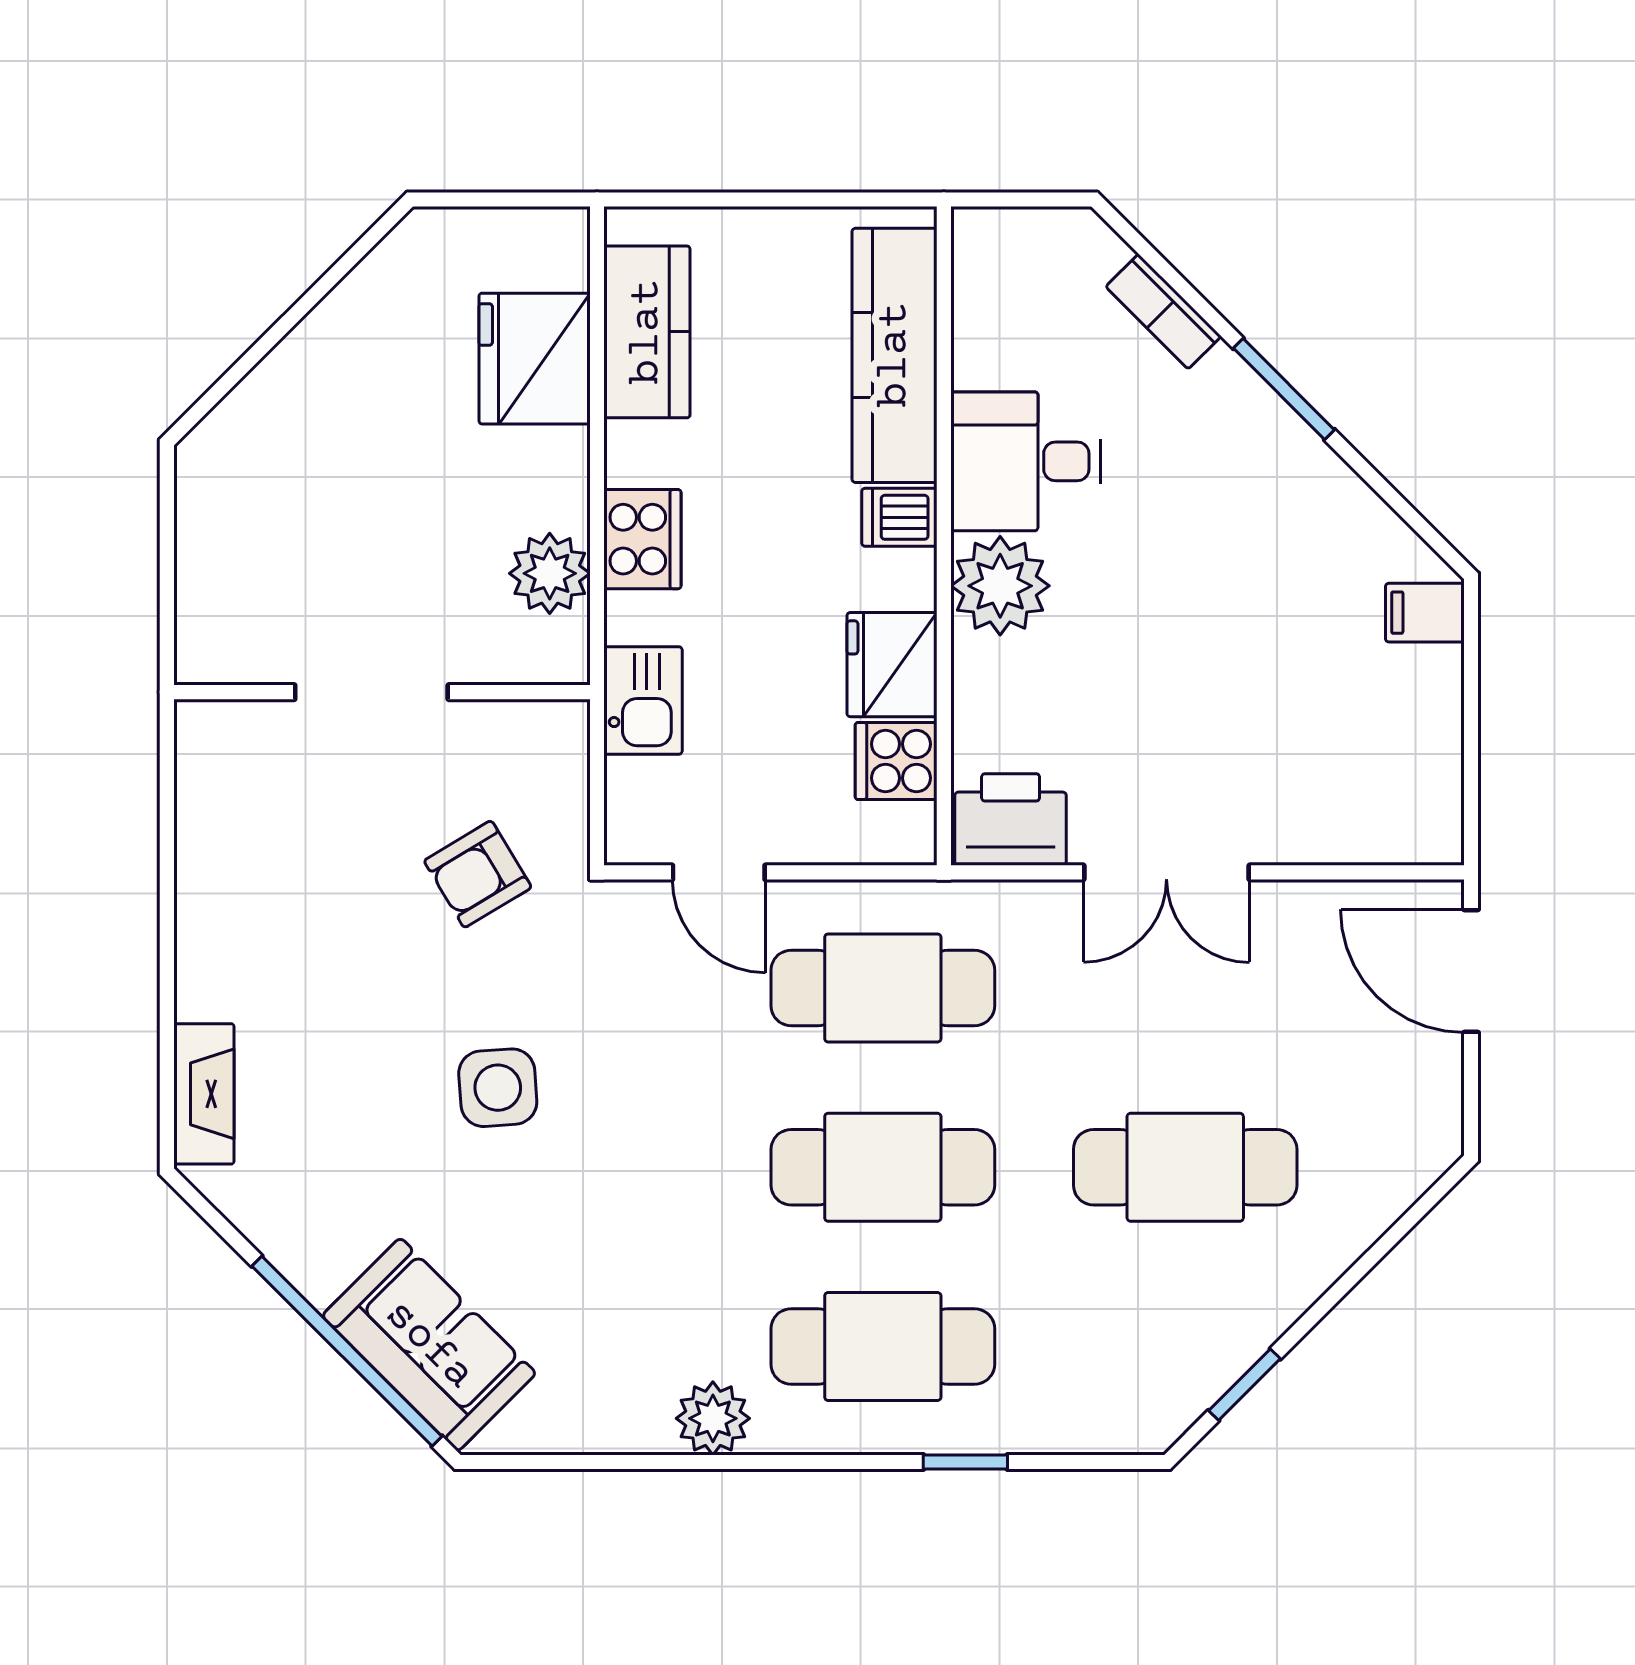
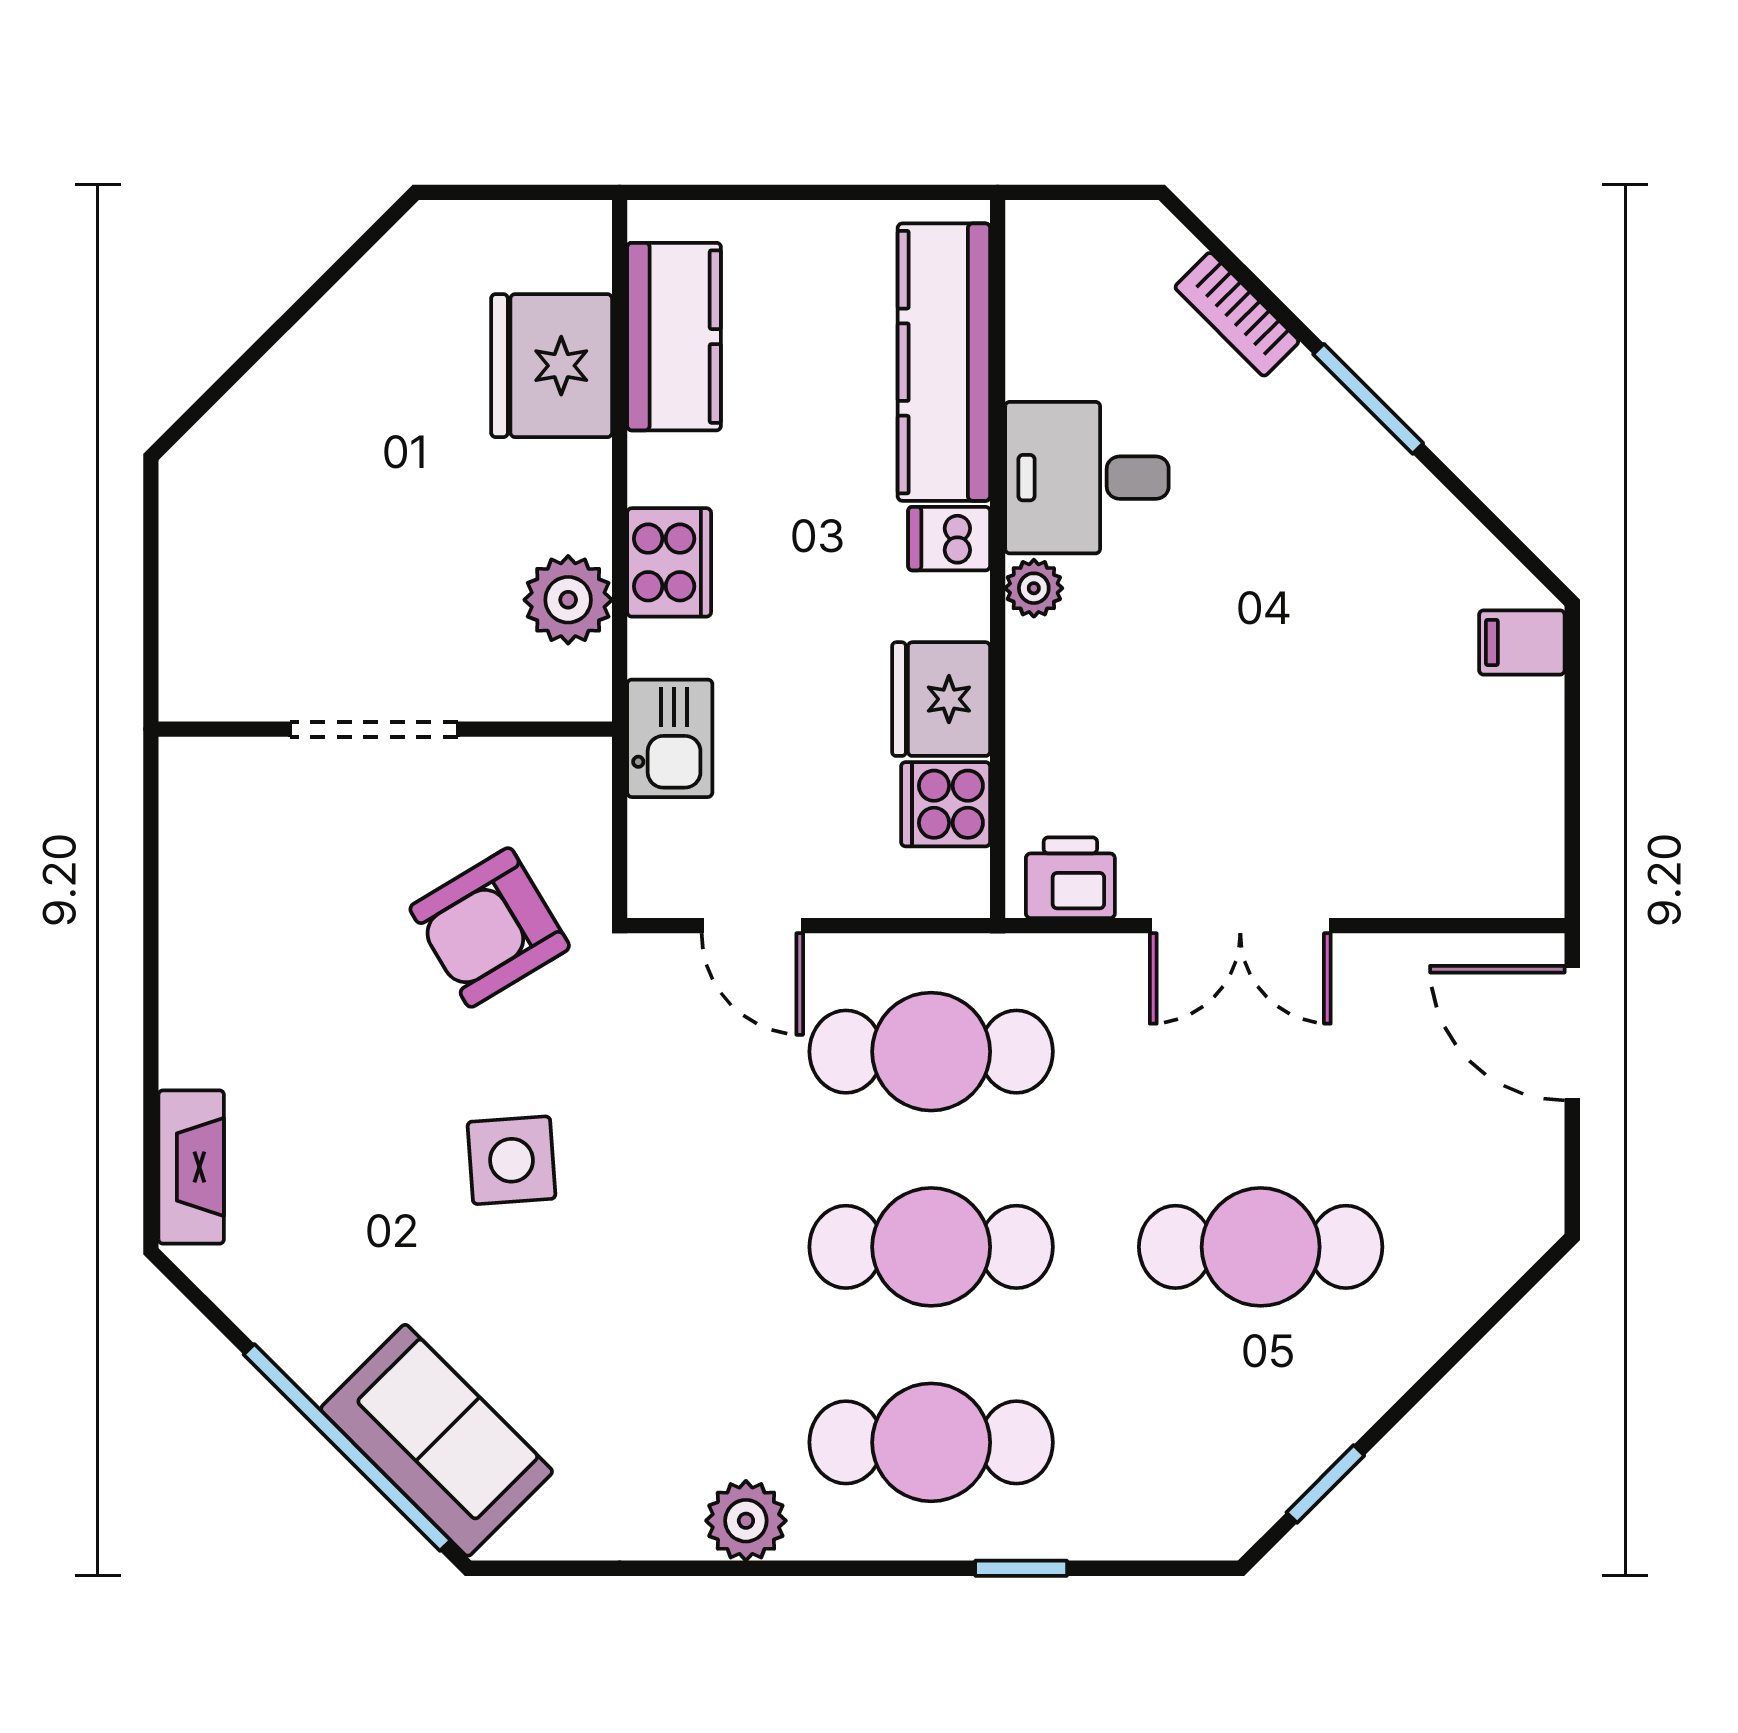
plant: (1000, 586) -> (1034, 588), width x0.53, depth x0.53
printer: (1011, 820) -> (1070, 878), width x0.73, depth x0.81
armchair: (478, 874) -> (490, 927), width x1.38, depth x1.38

